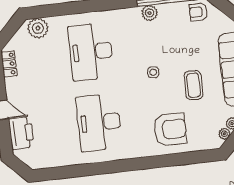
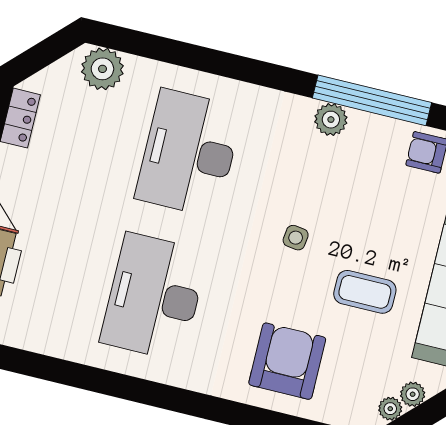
coffee table: (193, 85) -> (365, 292), turned 90
armchair: (170, 129) -> (287, 361), turned -90

